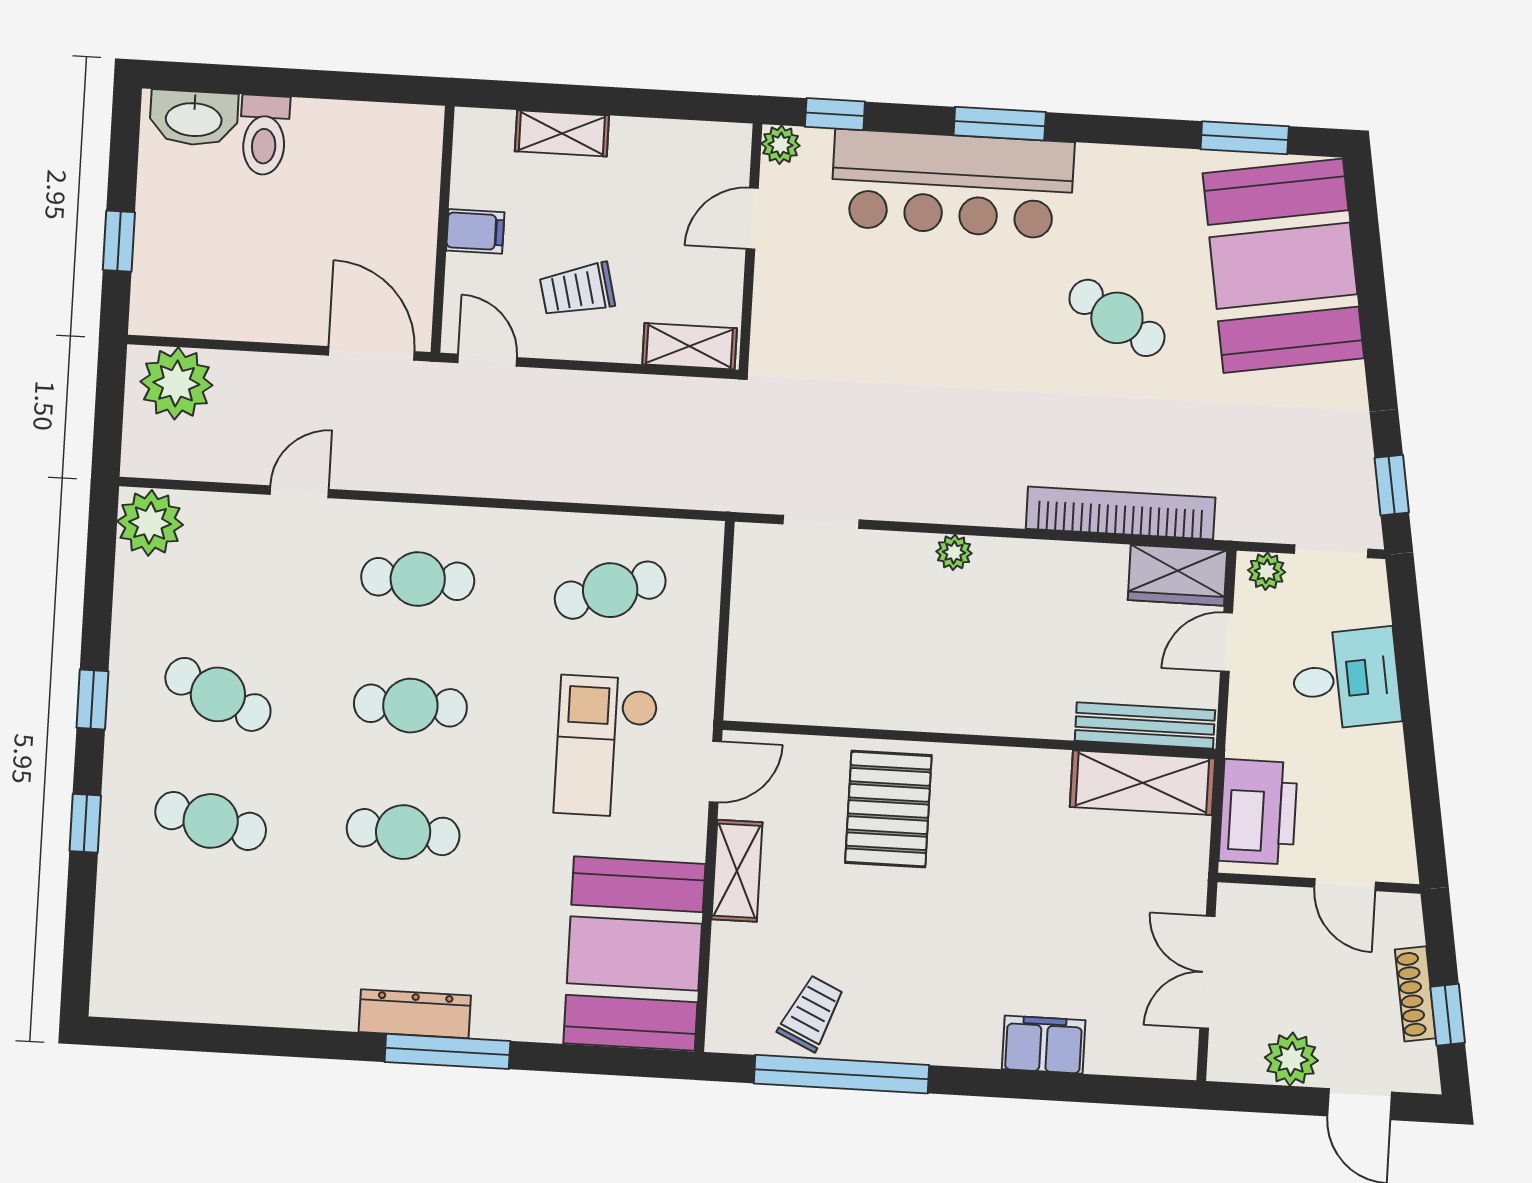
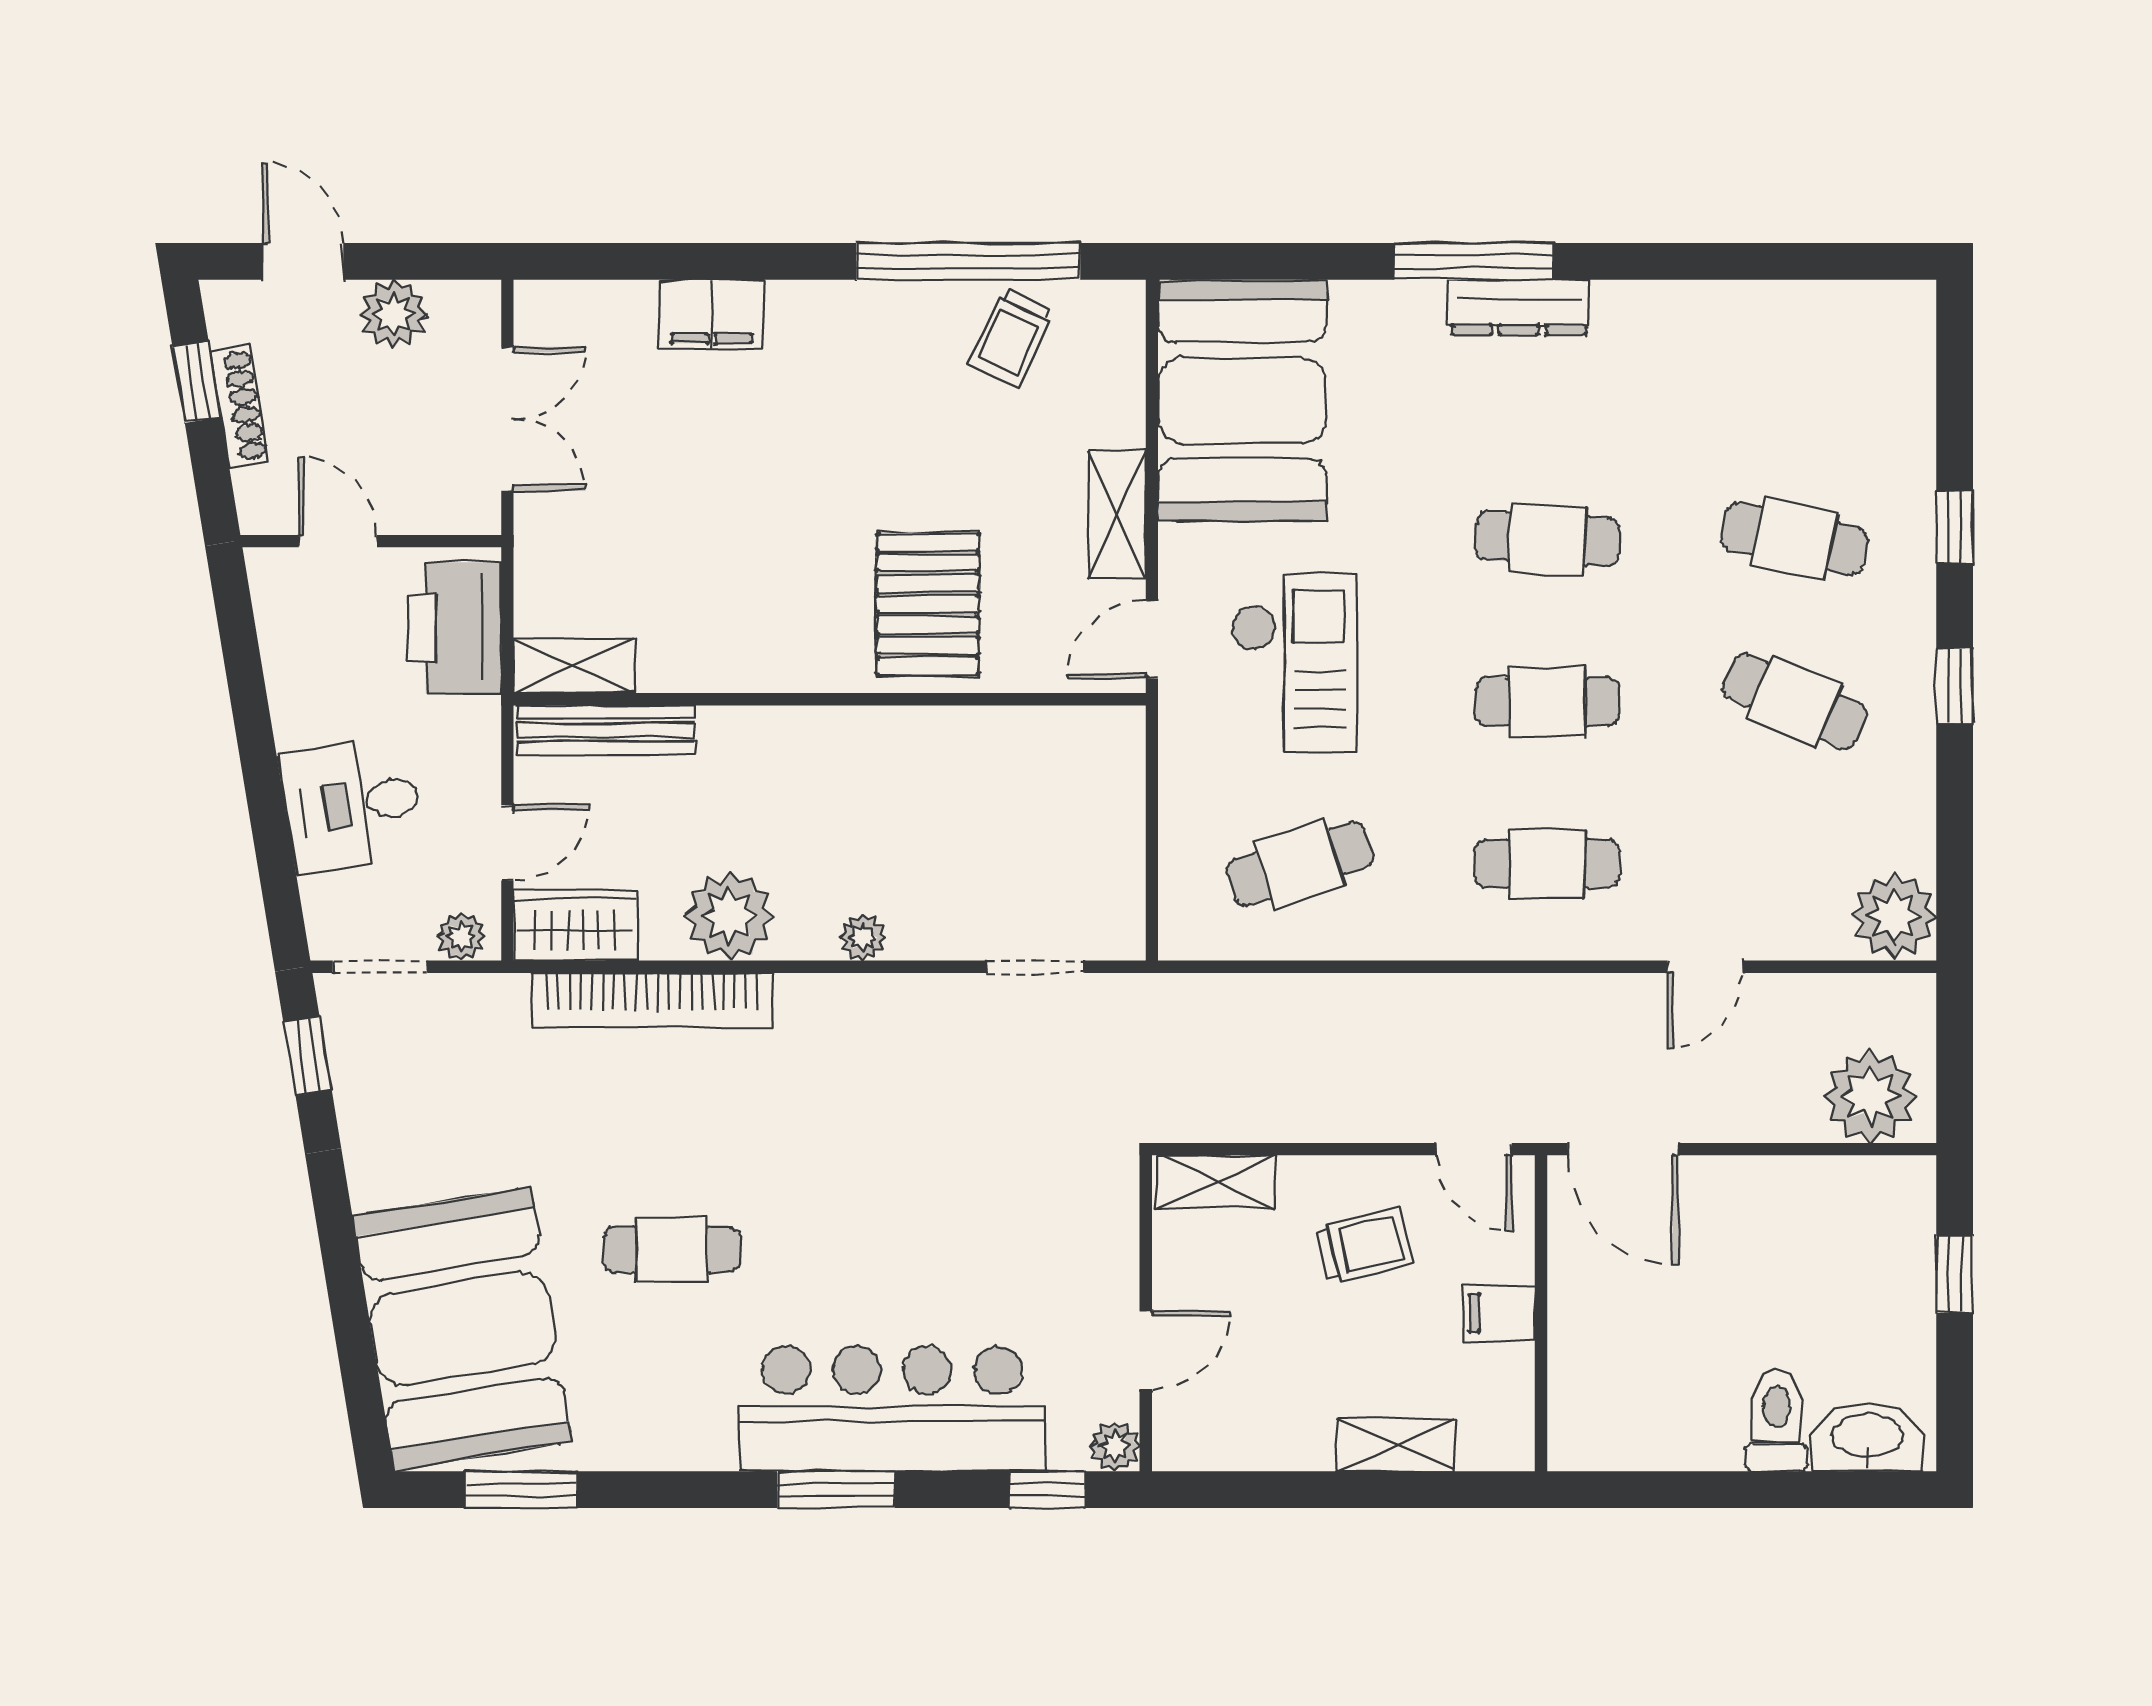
cafe table: (1117, 318) -> (671, 1250), turned -31
plant: (1057, 575) -> (730, 916), added
shelving: (1142, 783) -> (574, 666), width x0.67, depth x0.75

